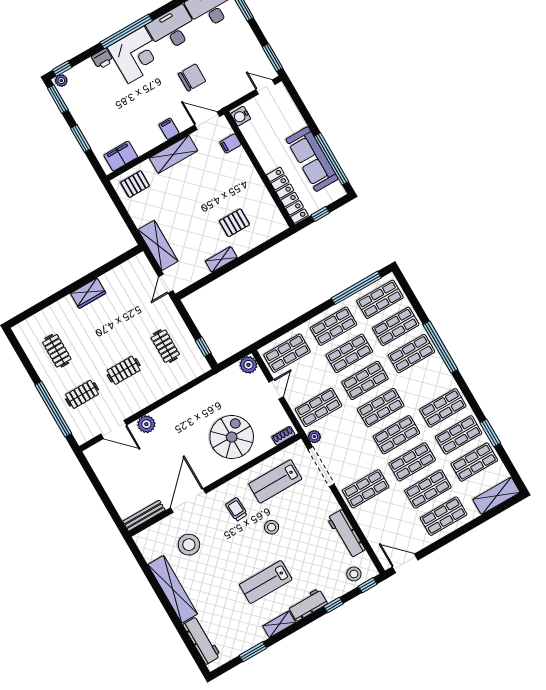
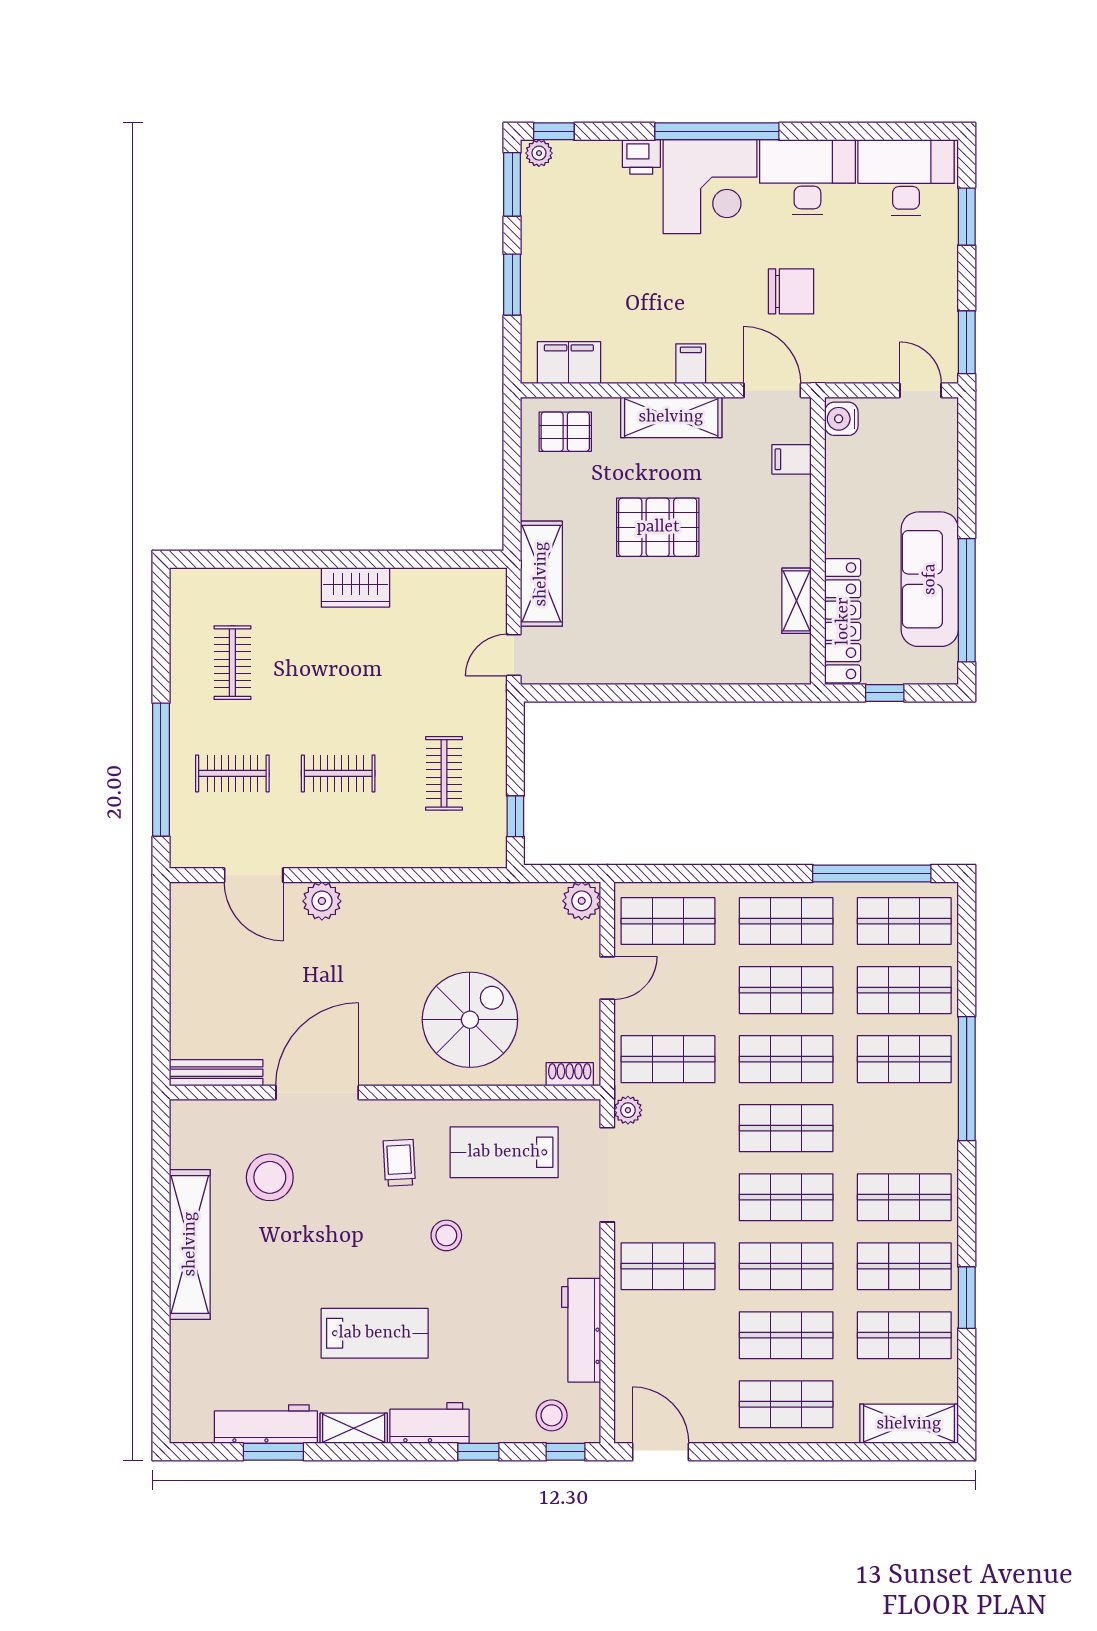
pallet: (234, 223) -> (658, 527), moved, width x1.50, depth x1.42
shelving: (221, 259) -> (797, 601), moved, turned 90
lab bench: (266, 582) -> (375, 1333), turned 180
workbench: (202, 640) -> (266, 1424), moved, turned -90

